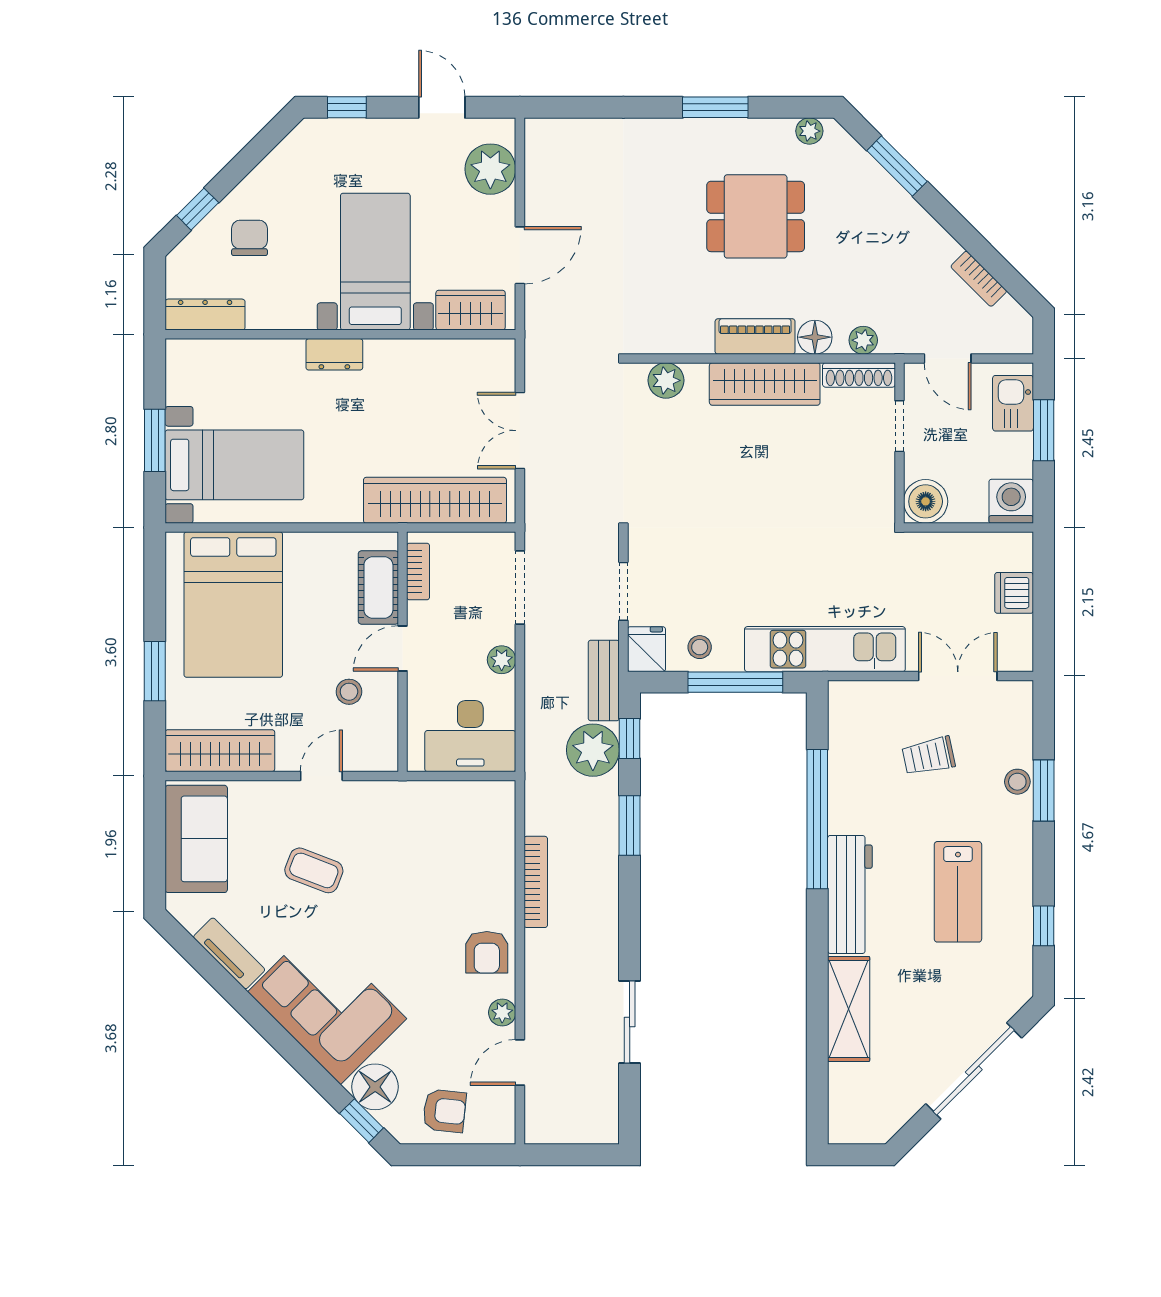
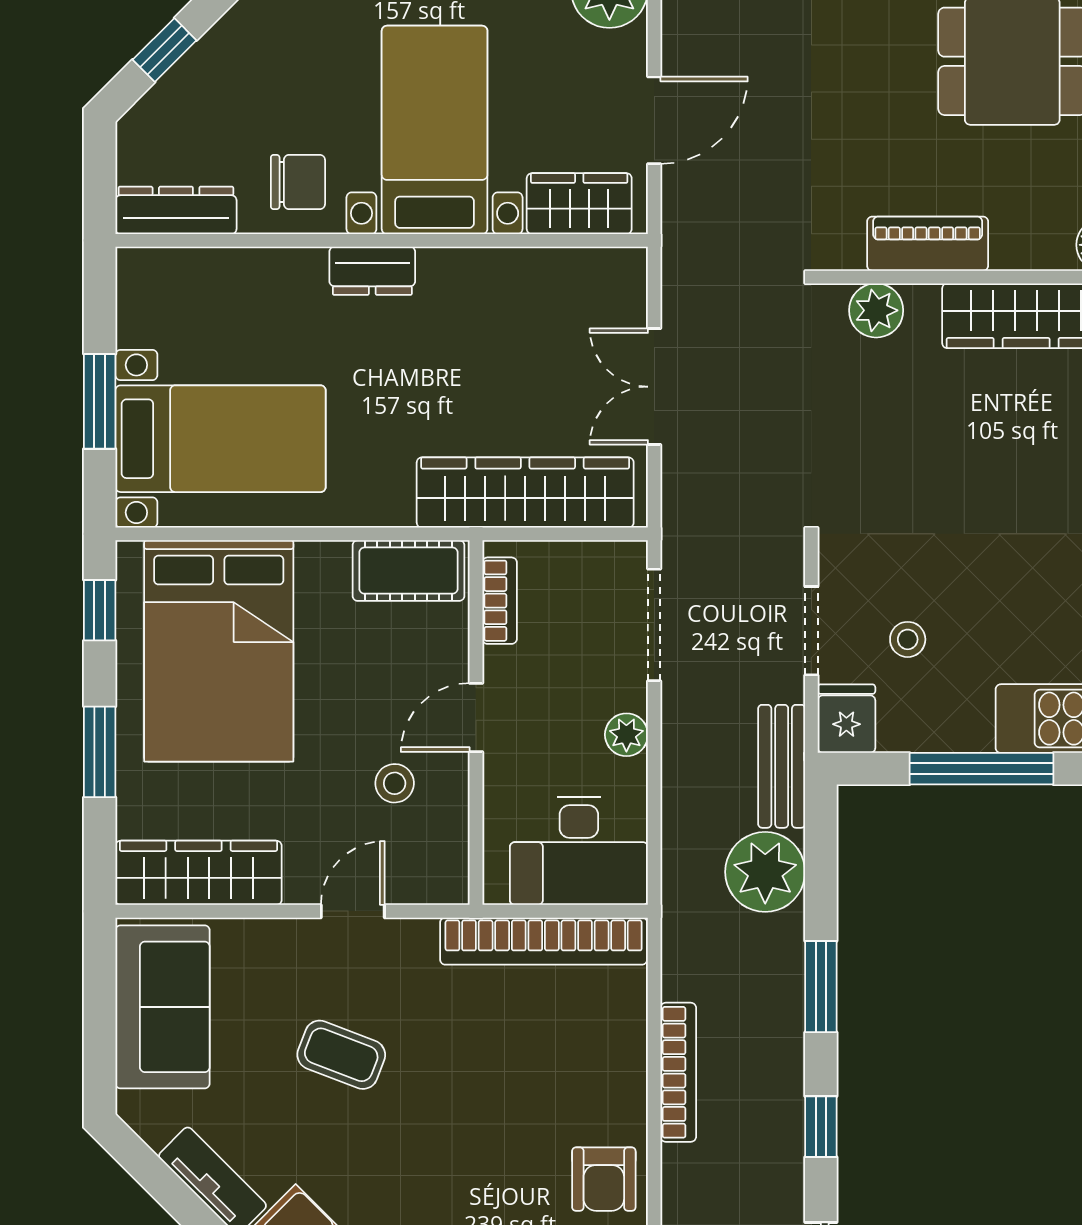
chair: (250, 238) -> (298, 182), moved, turned 90
piano: (755, 336) -> (928, 244), moved
window: (155, 578) -> (100, 610), added
cot: (378, 588) -> (408, 571), moved, turned 90
stool: (700, 647) -> (908, 639), moved
window: (630, 739) -> (821, 1127), moved
bookcase: (447, 796) -> (544, 941), added

